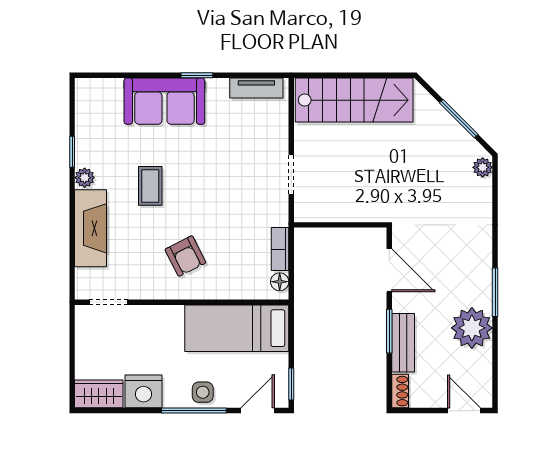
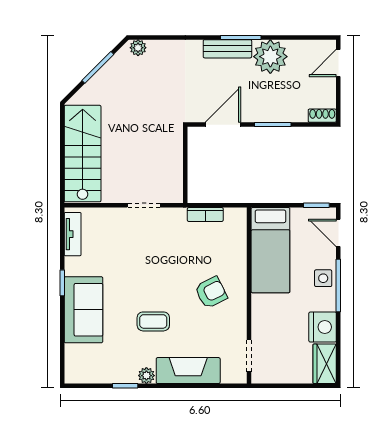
floor lamp: (280, 282) -> (232, 215), removed
bench: (403, 343) -> (227, 49), moved

